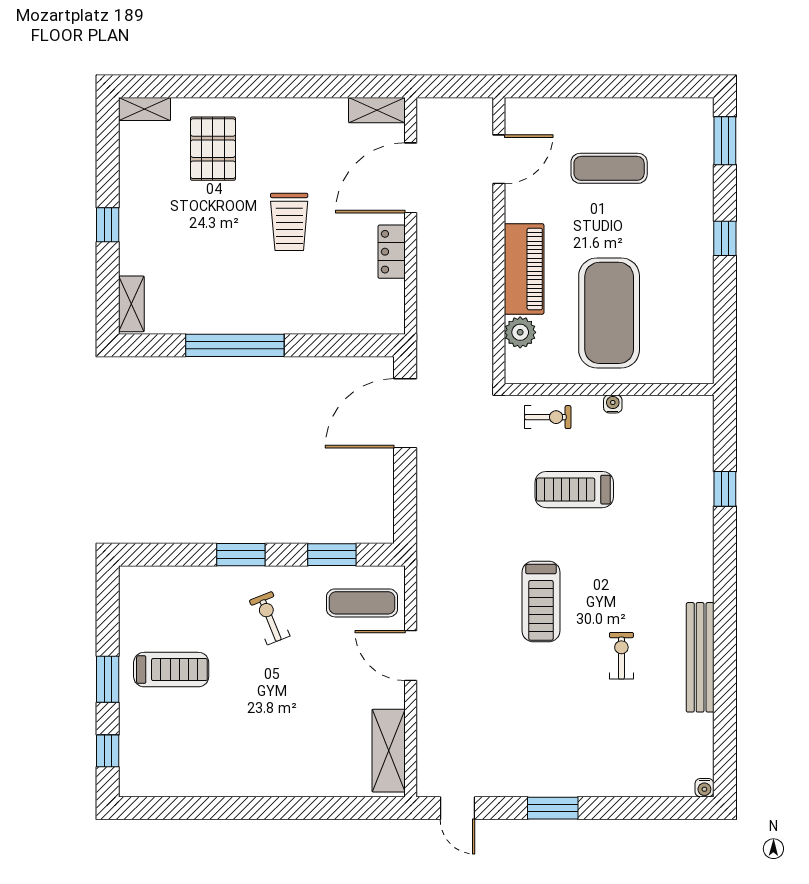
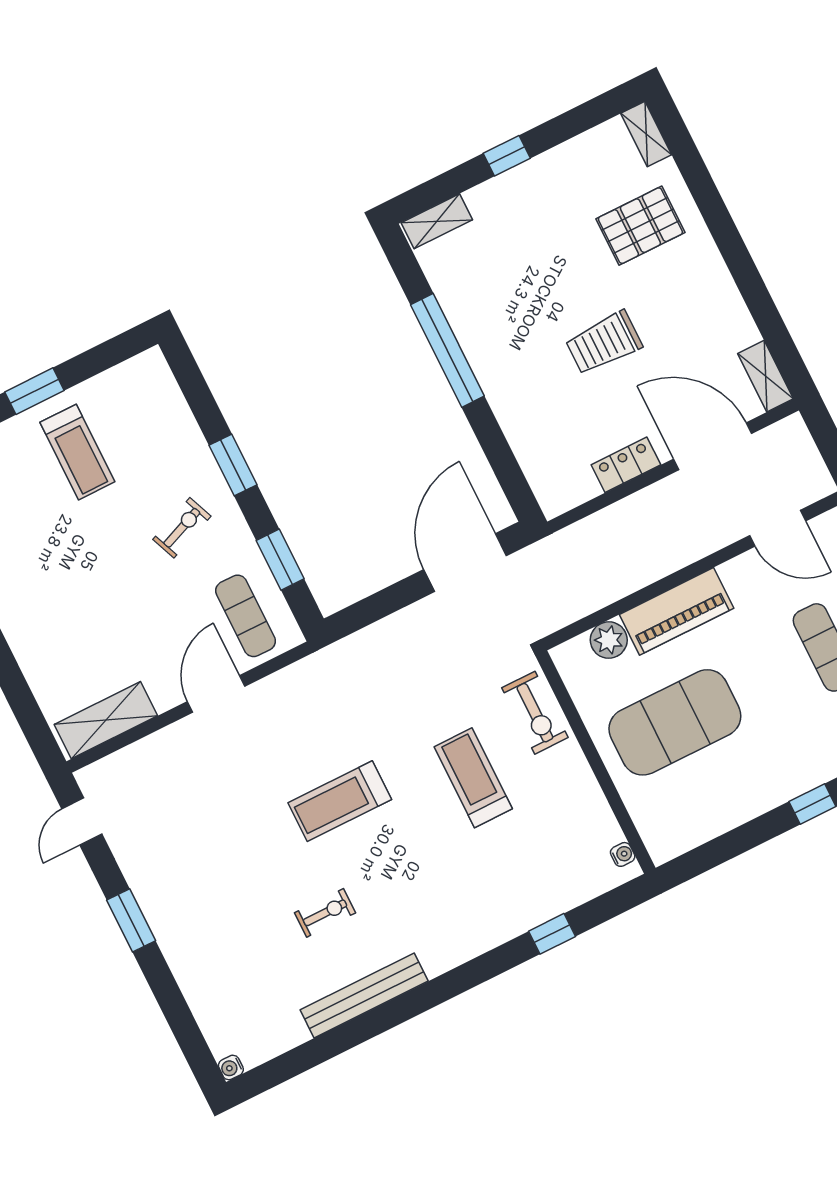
water cooler: (613, 404) -> (623, 854), moved
door: (405, 413) -> (465, 563), hinge flipped
exercise bike: (548, 417) -> (535, 713), width x1.38, depth x1.39

